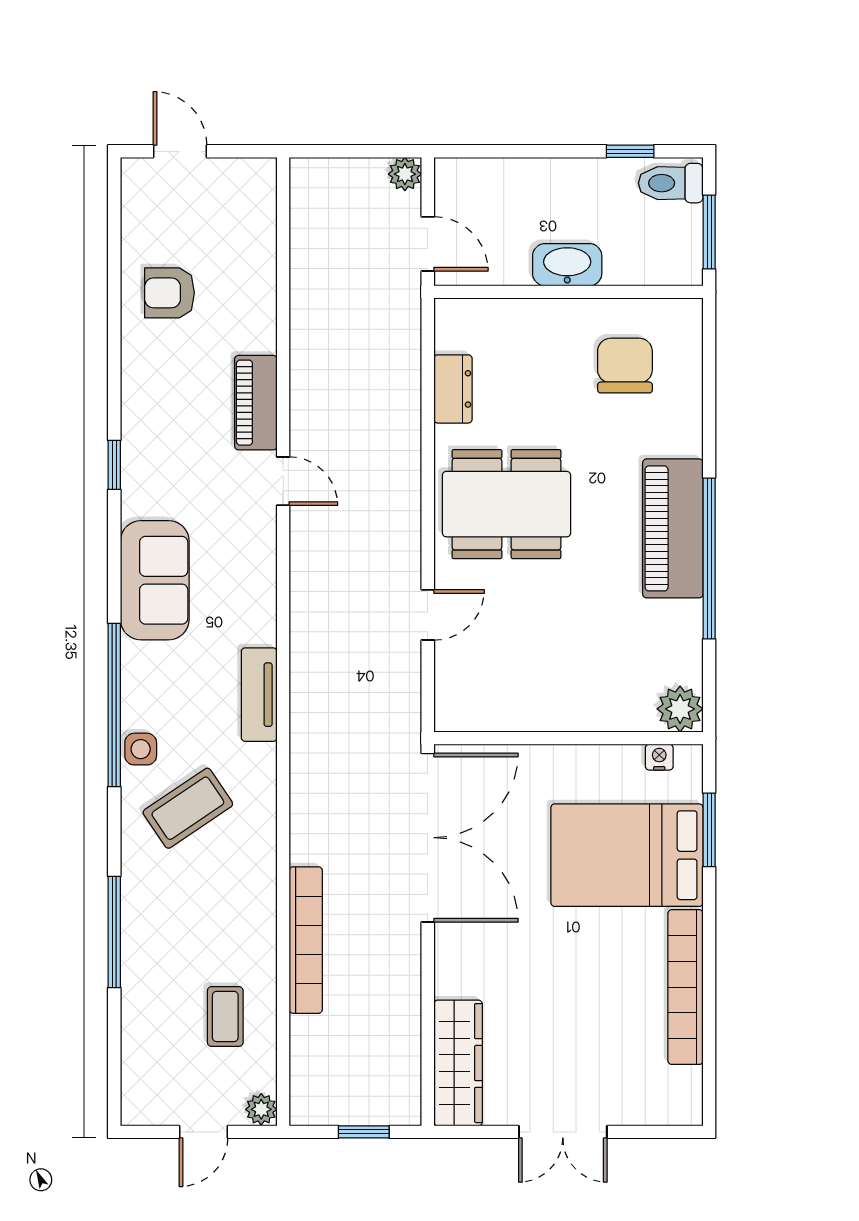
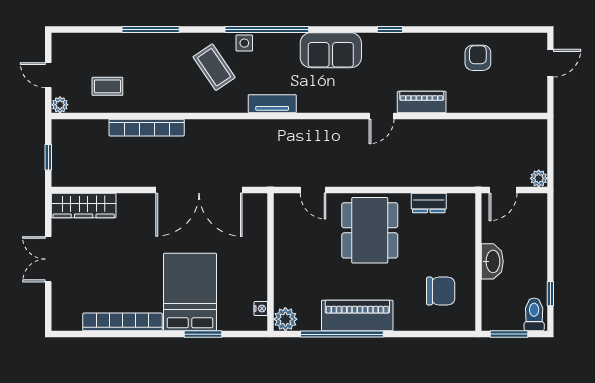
plant: (680, 709) -> (285, 319), moved
wall: (568, 738) -> (271, 262), moved
nightstand: (659, 757) -> (261, 309), moved

